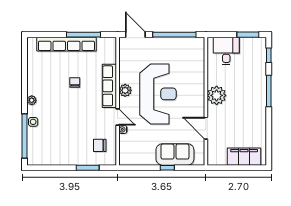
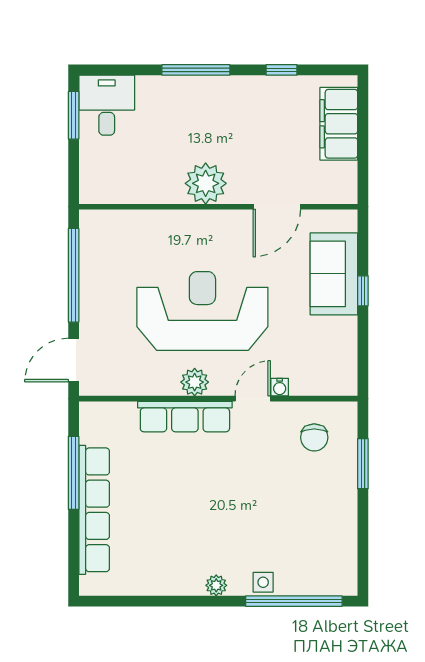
desk: (226, 51) -> (107, 105), moved, turned 90
window: (269, 55) -> (282, 70), moved
chair: (75, 82) -> (177, 492), removed

